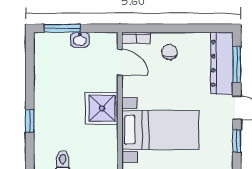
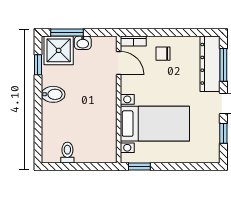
chair: (169, 52) -> (163, 54), turned -90
bidet: (47, 97) -> (53, 94), added
shower: (102, 108) -> (59, 50), moved
window: (30, 121) -> (38, 65), moved

